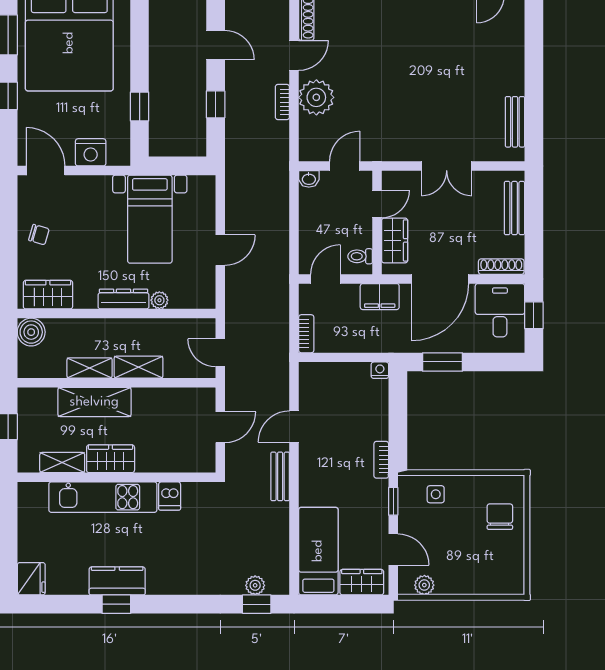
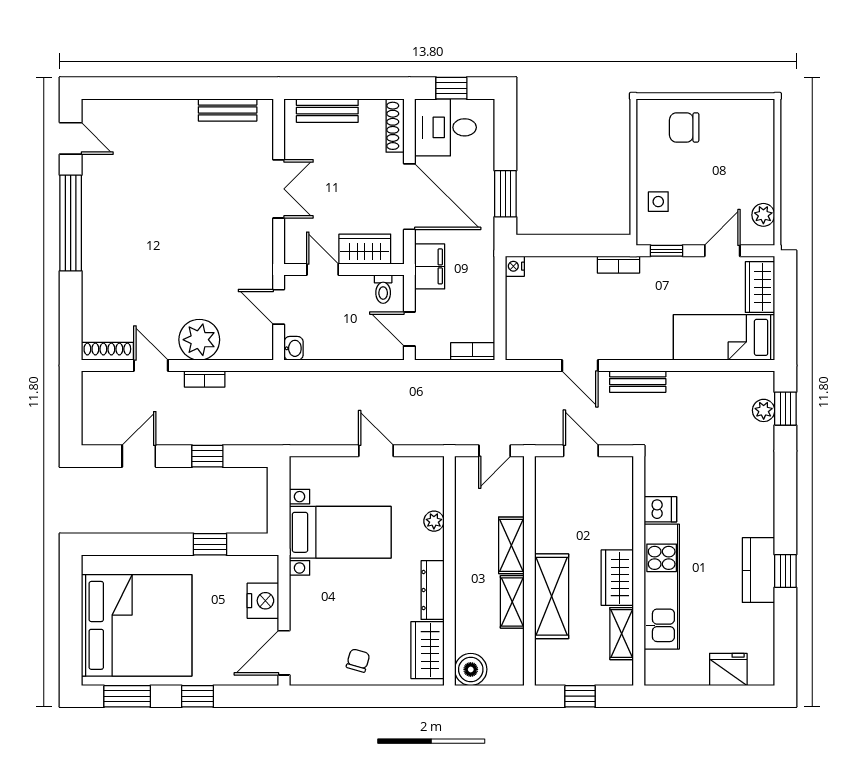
dresser: (123, 299) -> (433, 590), moved
fridge: (31, 579) -> (728, 669), moved

